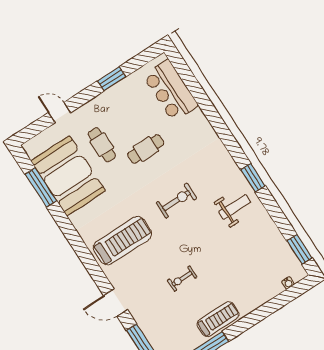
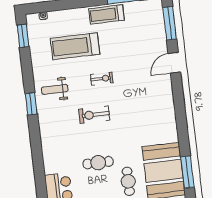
treadmill: (122, 241) -> (75, 46), moved
exercise bike: (182, 279) -> (102, 79), moved
door: (116, 303) -> (174, 63), swing flipped

